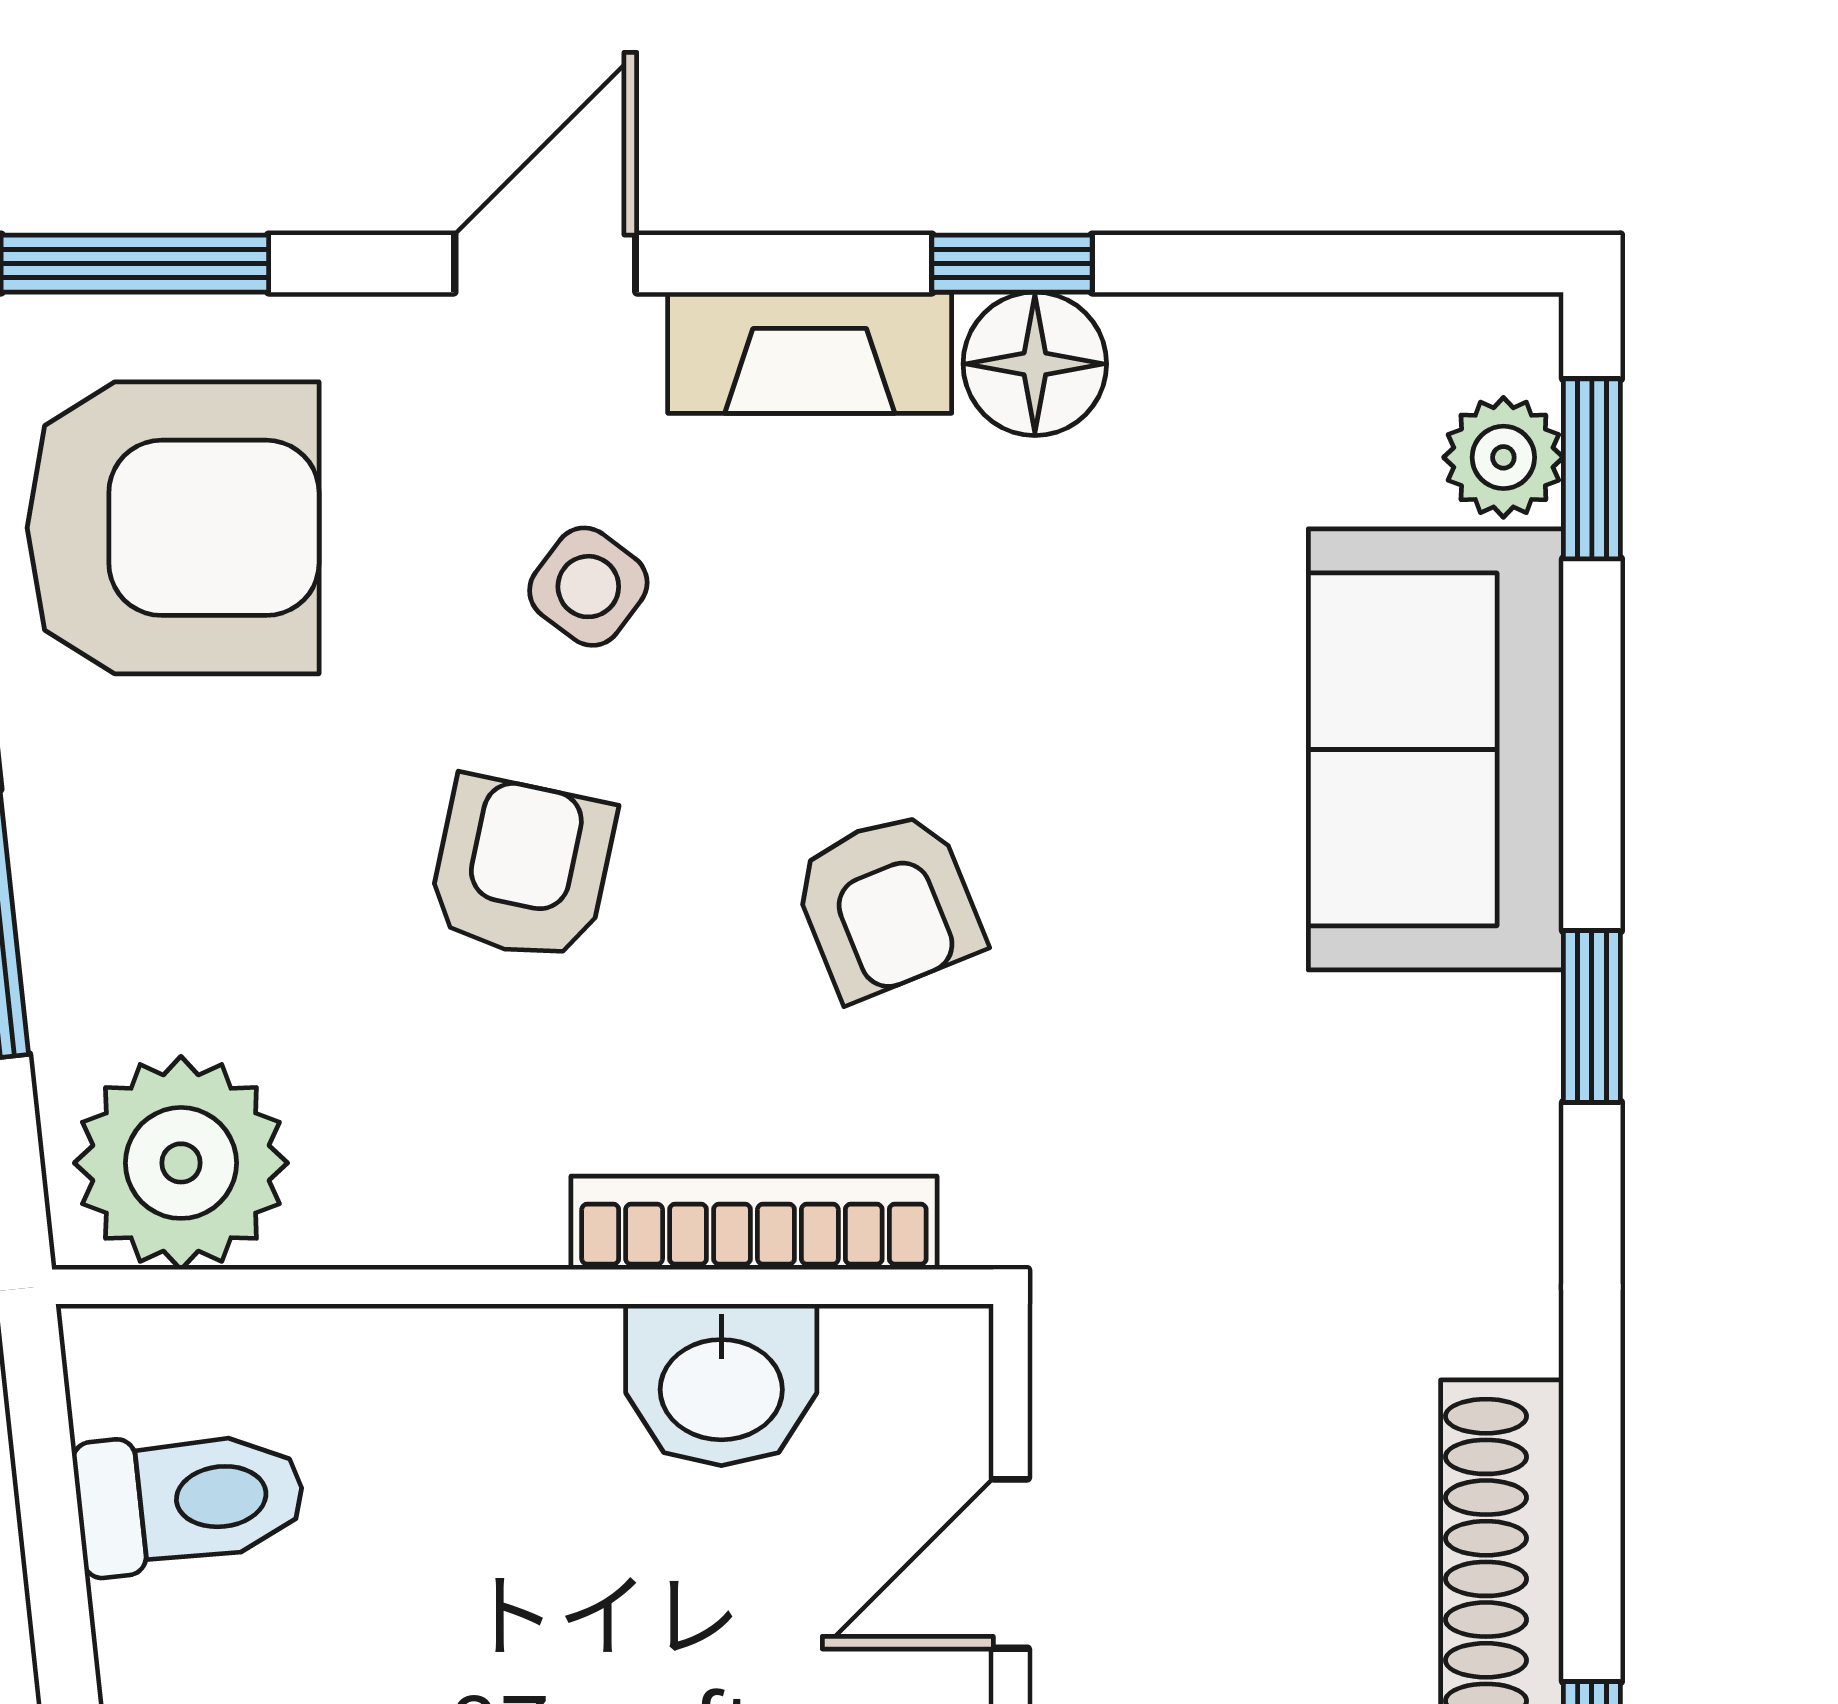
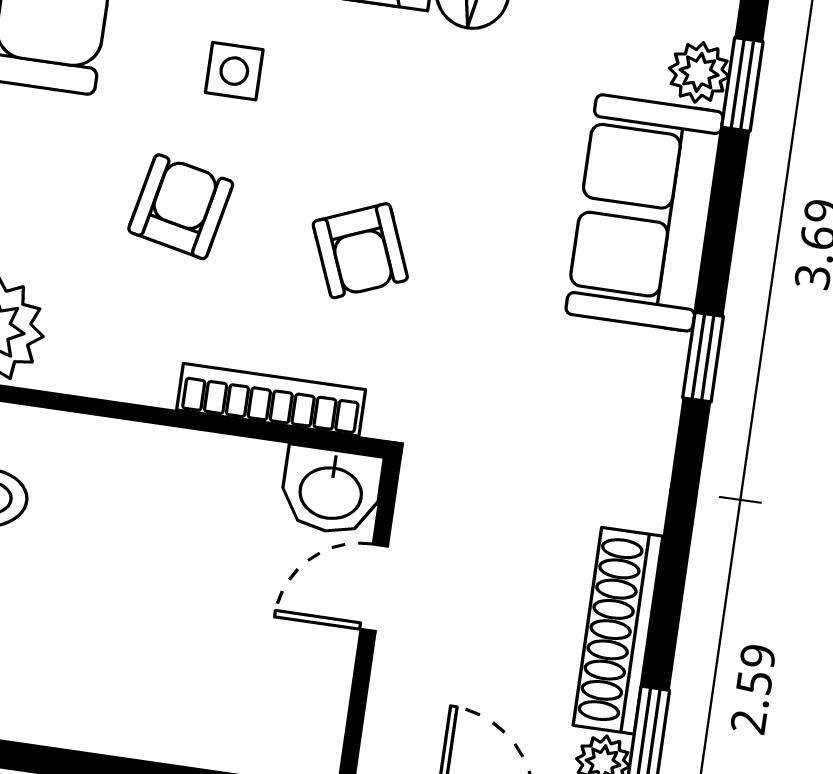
side table: (588, 587) -> (234, 71), turned -37
washbasin: (721, 1385) -> (331, 491), moved

